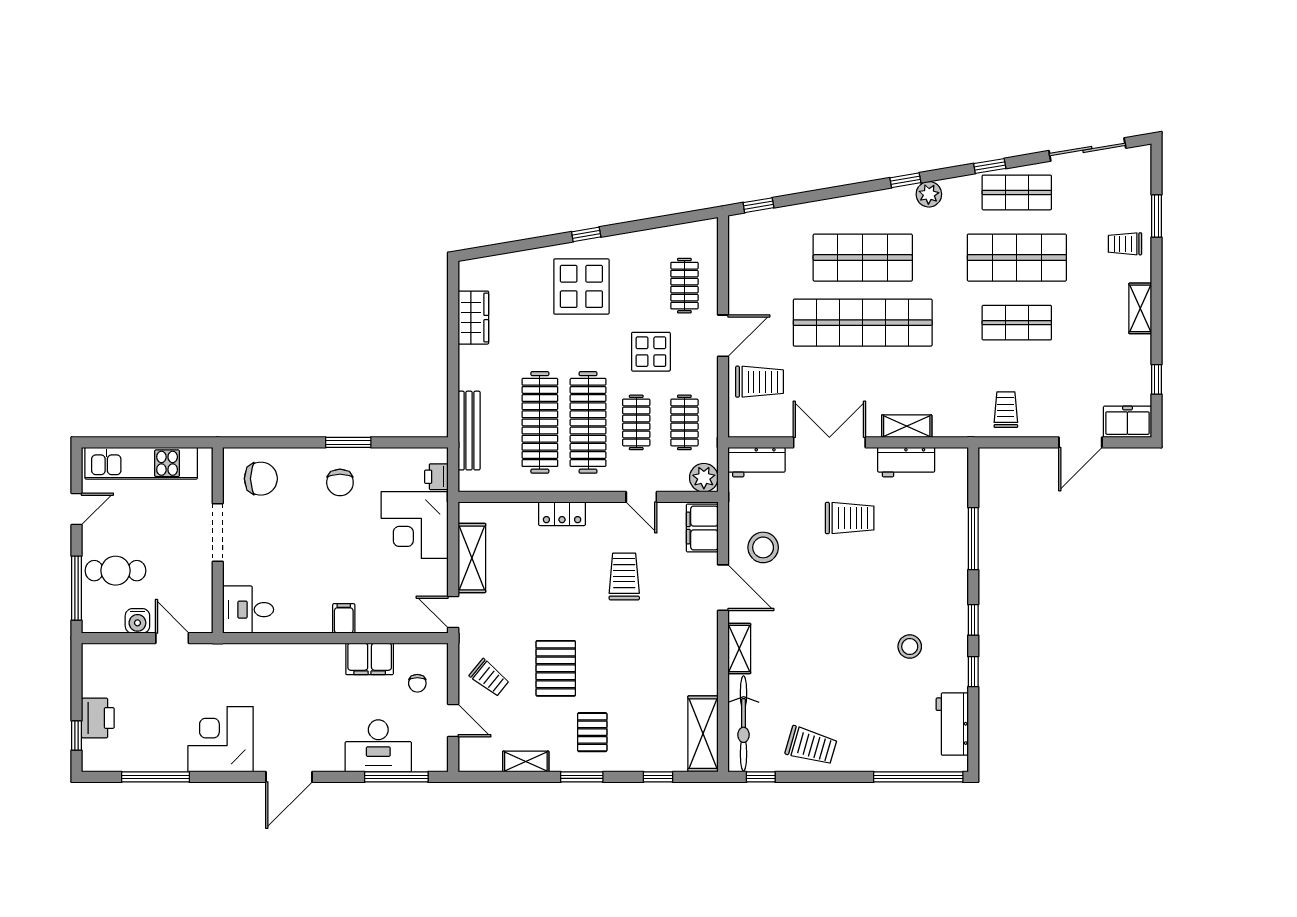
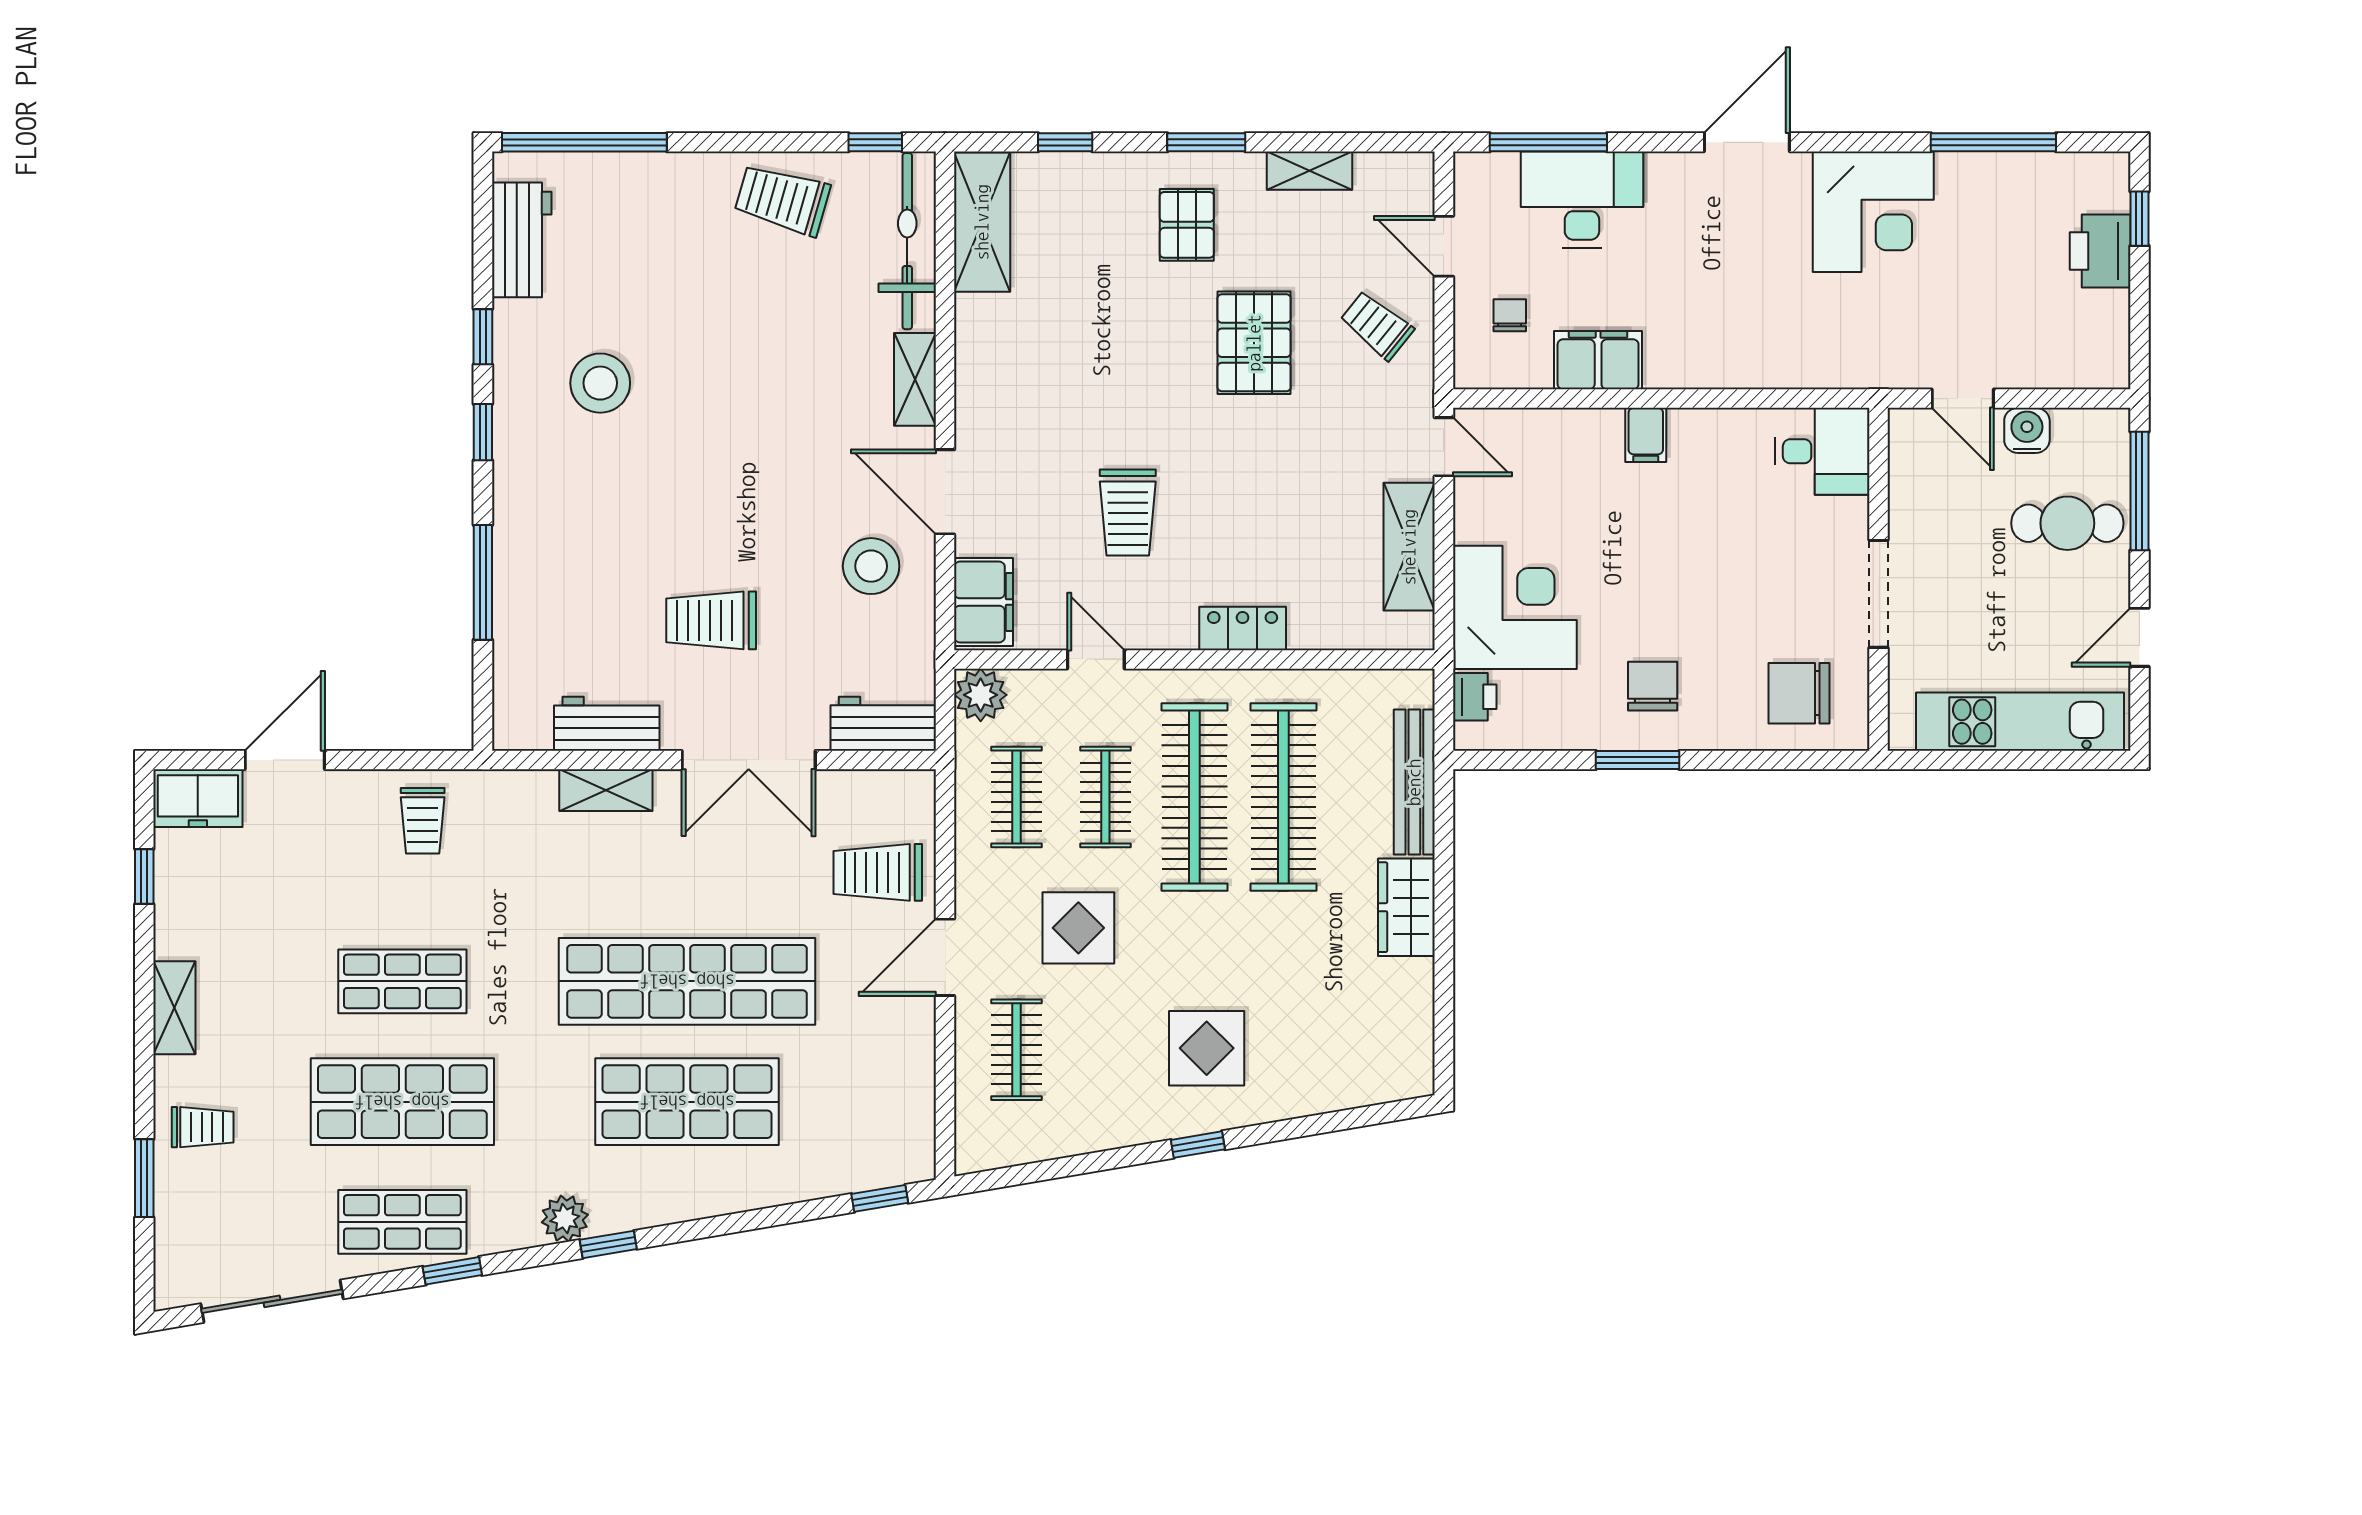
display table: (581, 286) -> (1207, 1048), width x0.73, depth x0.73
wardrobe: (473, 318) -> (1406, 907), moved
stool: (910, 647) -> (600, 383), width x1.38, depth x1.38

